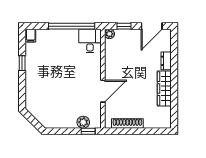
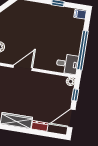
door: (152, 26) -> (71, 118), hinge flipped
door: (103, 91) -> (23, 68), swing flipped

